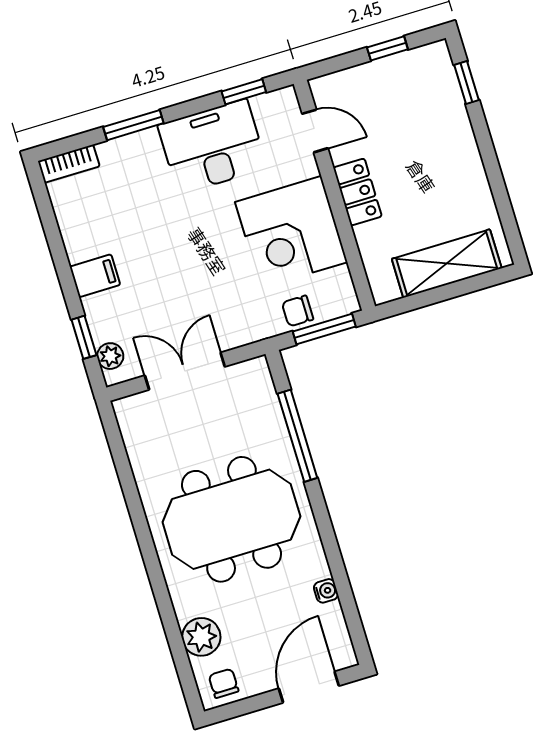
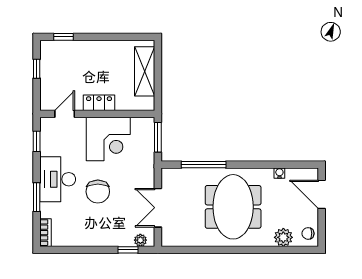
desk: (213, 147) -> (58, 179), moved
filing cabinet: (95, 276) -> (101, 236), removed
chair: (298, 311) -> (98, 192), moved, width x1.87, depth x1.87

